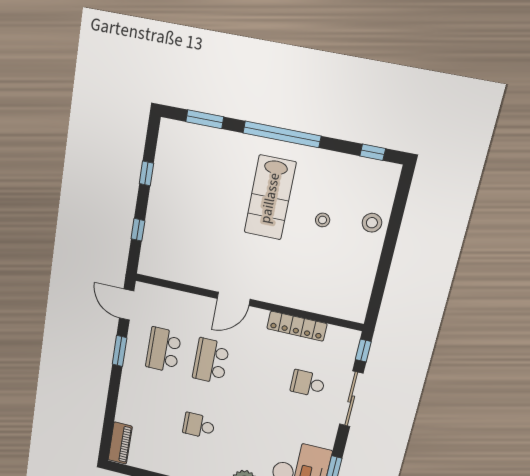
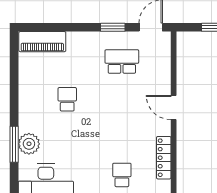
school desk: (211, 361) -> (122, 99), removed
piano: (120, 443) -> (42, 42), width x1.37, depth x1.33

